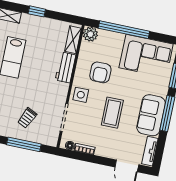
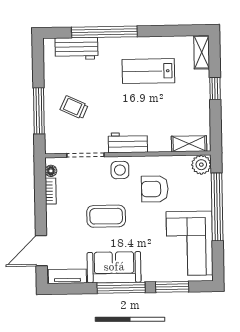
workbench: (66, 67) -> (128, 143), moved

